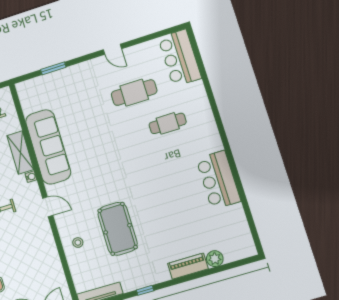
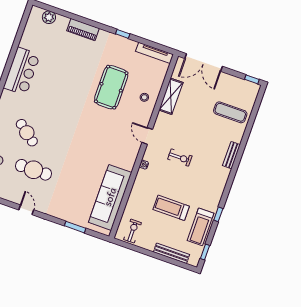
cafe table: (168, 123) -> (27, 133), turned 38
sofa: (48, 147) -> (110, 197), moved
shelving: (20, 153) -> (171, 96), moved
plant: (215, 259) -> (49, 17), moved

